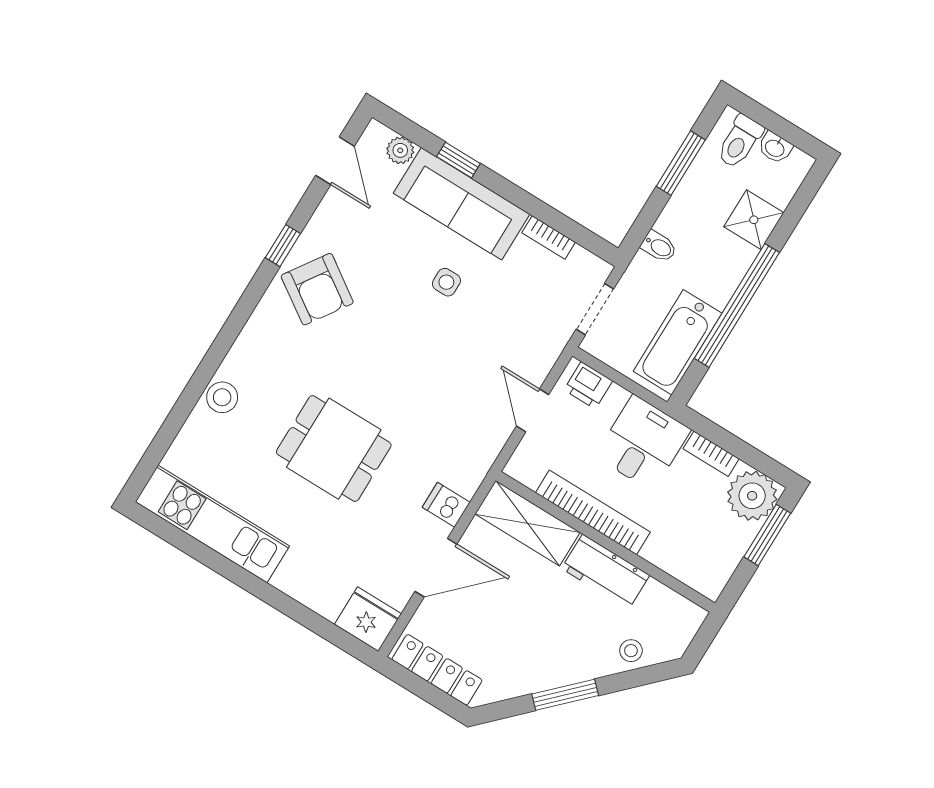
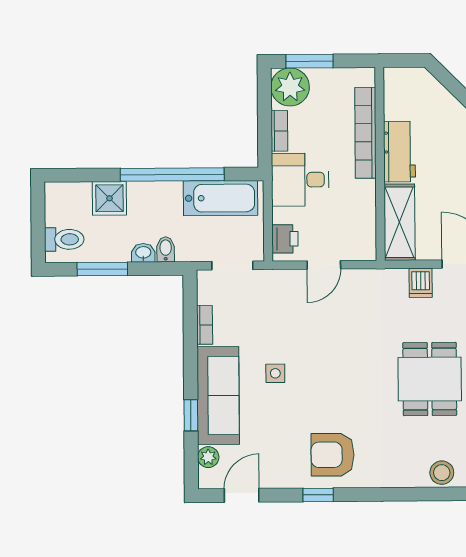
washbasin: (775, 148) -> (143, 253), moved, turned -90
armchair: (317, 289) -> (333, 455), turned -124
bookcase: (593, 512) -> (365, 133), moved
stool: (631, 651) -> (440, 103), removed

